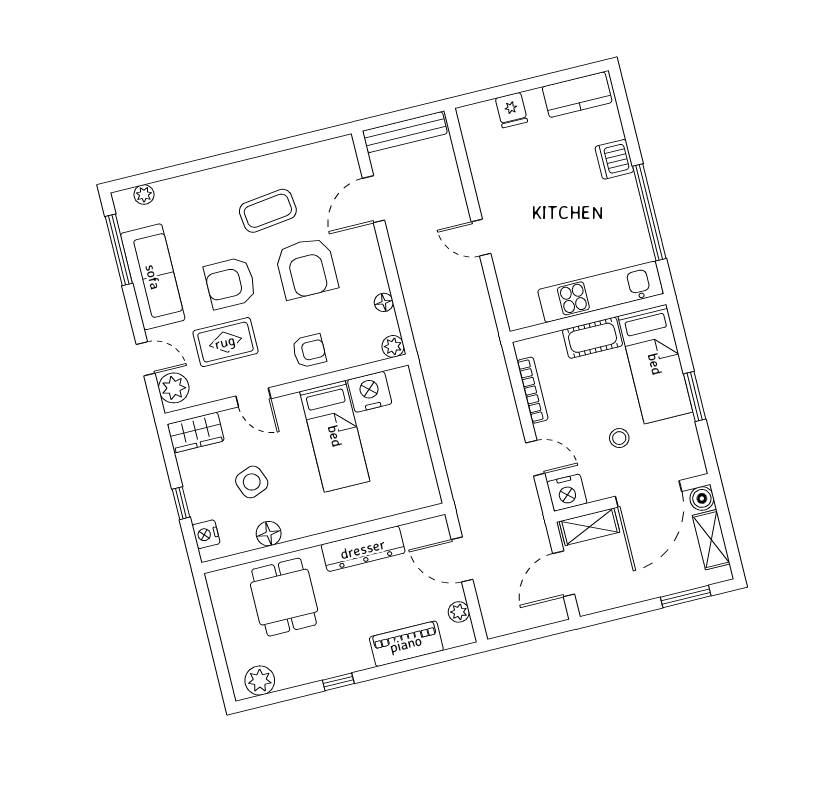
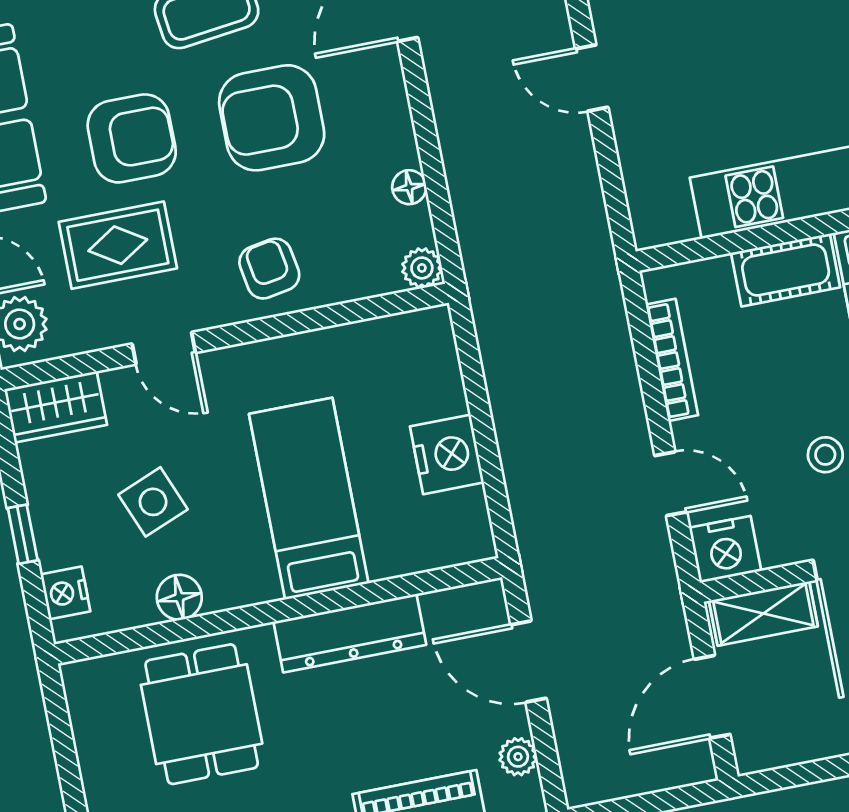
armchair: (306, 268) -> (272, 118), turned 90
armchair: (230, 283) -> (132, 138), turned 180
armchair: (309, 351) -> (269, 269), turned -100
nightstand: (370, 392) -> (447, 454), moved, turned 90
bed: (335, 436) -> (309, 499), moved, turned 180

